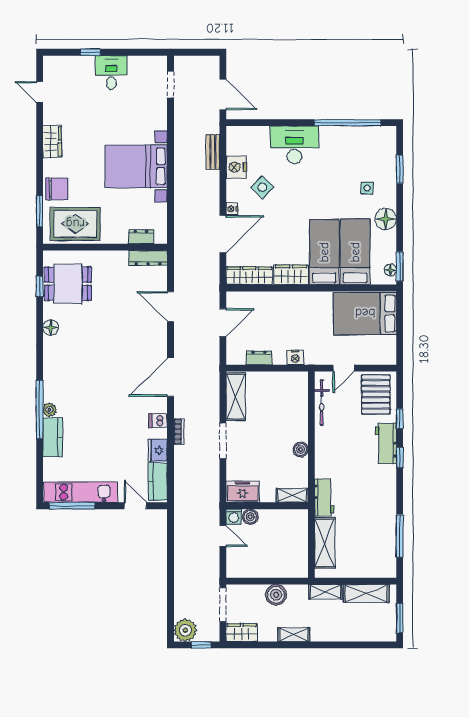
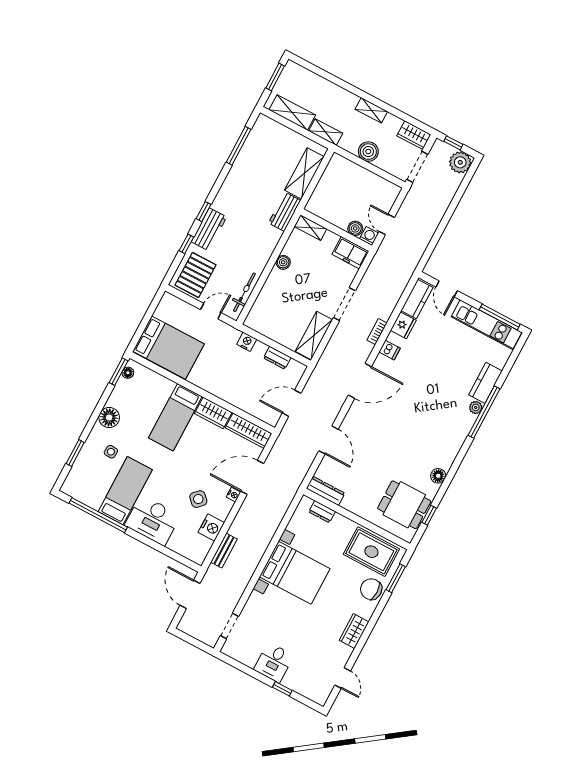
bed: (355, 252) -> (125, 491), moved, turned 180

